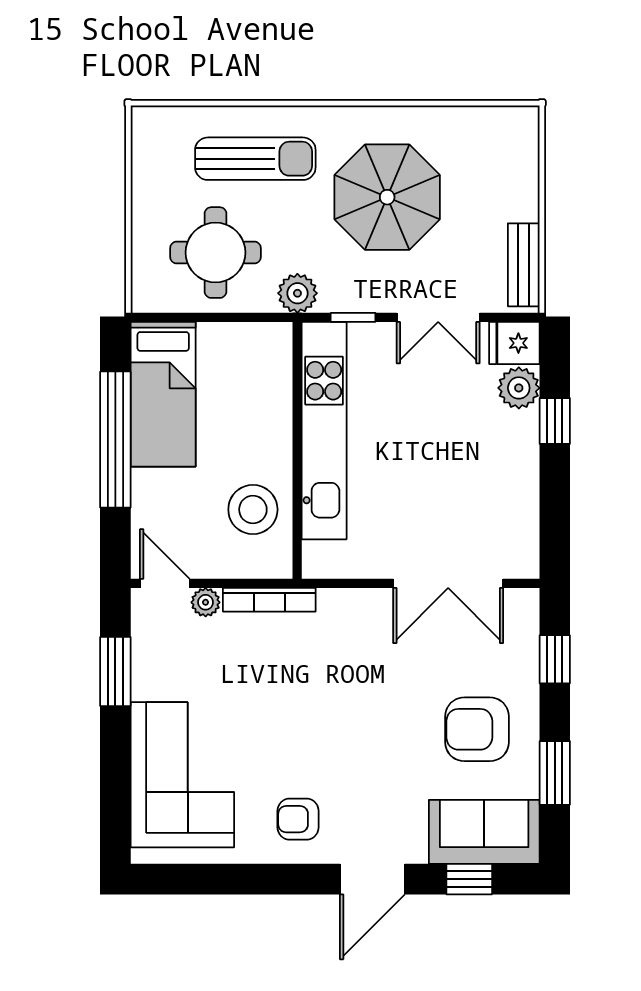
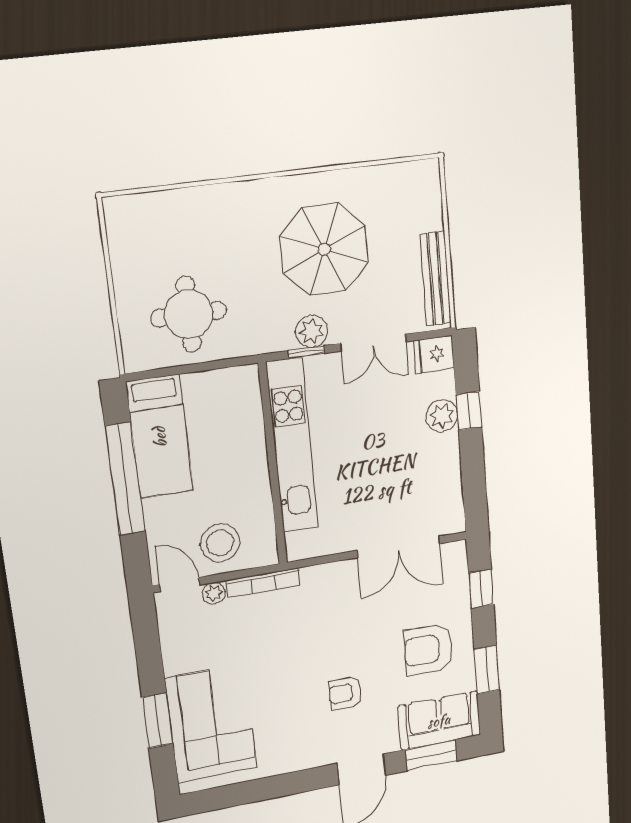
sun lounger: (255, 159) -> (213, 231), removed
bench: (524, 265) -> (436, 279), width x1.36
plant: (297, 293) -> (312, 331), moved
plant: (519, 388) -> (442, 416), moved
stool: (253, 510) -> (220, 543), moved
window: (115, 671) -> (157, 721), moved
armchair: (298, 819) -> (345, 693), moved
window: (469, 879) -> (431, 755), width x1.50

